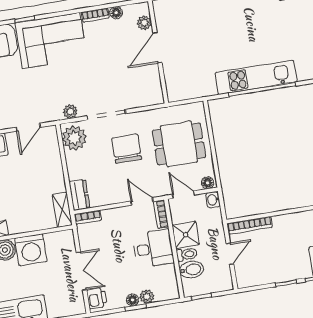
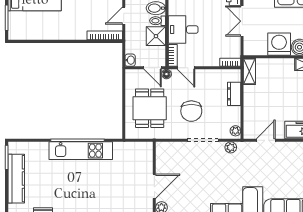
plant: (74, 138) -> (235, 131), width x0.53, depth x0.53
dining table: (179, 144) -> (150, 108), turned 90
floor lamp: (208, 183) -> (166, 74), moved
dresser: (79, 195) -> (234, 94), moved

